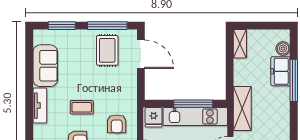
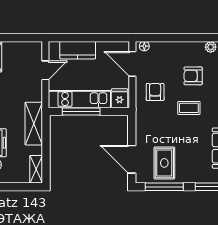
shelving: (242, 108) -> (34, 124), moved

